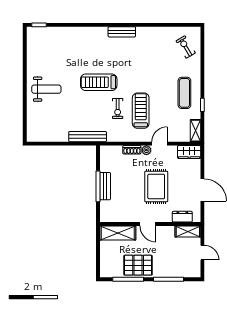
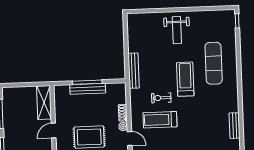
bench: (122, 32) -> (235, 126), moved
exercise mat: (83, 51) -> (214, 63), added
treadmill: (141, 111) -> (160, 120), turned 180
bench: (105, 186) -> (88, 89), width x1.36
pallet: (138, 265) -> (14, 123), removed

